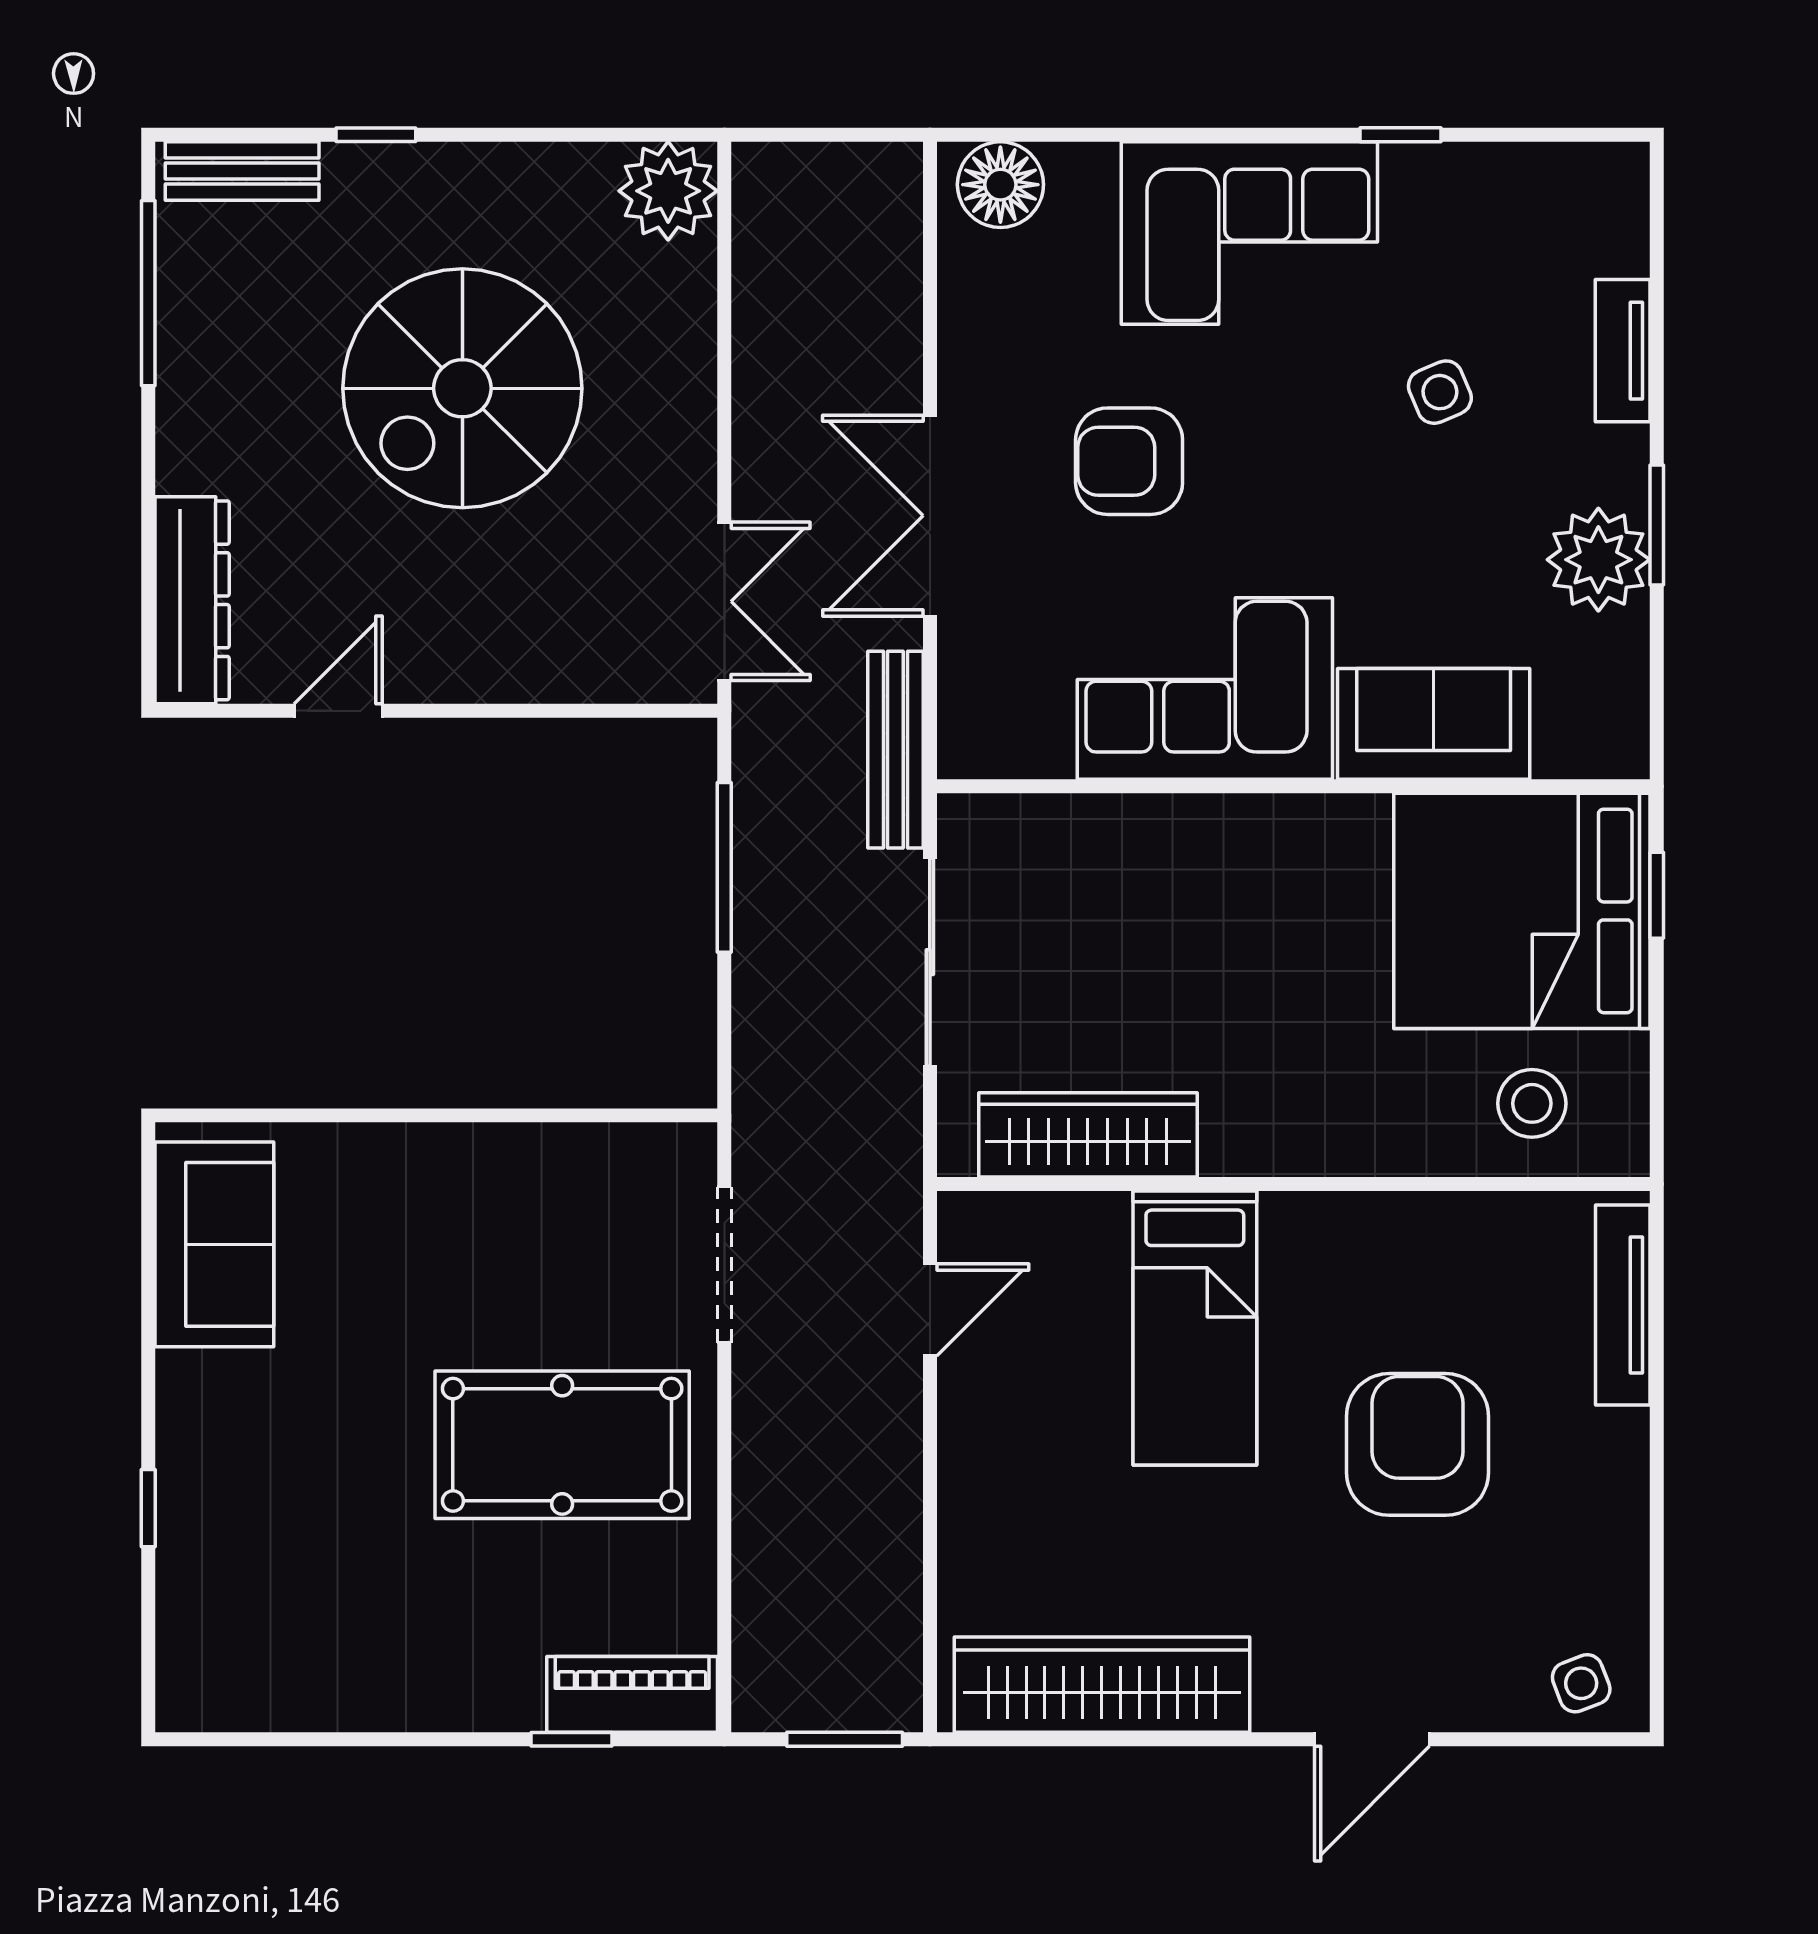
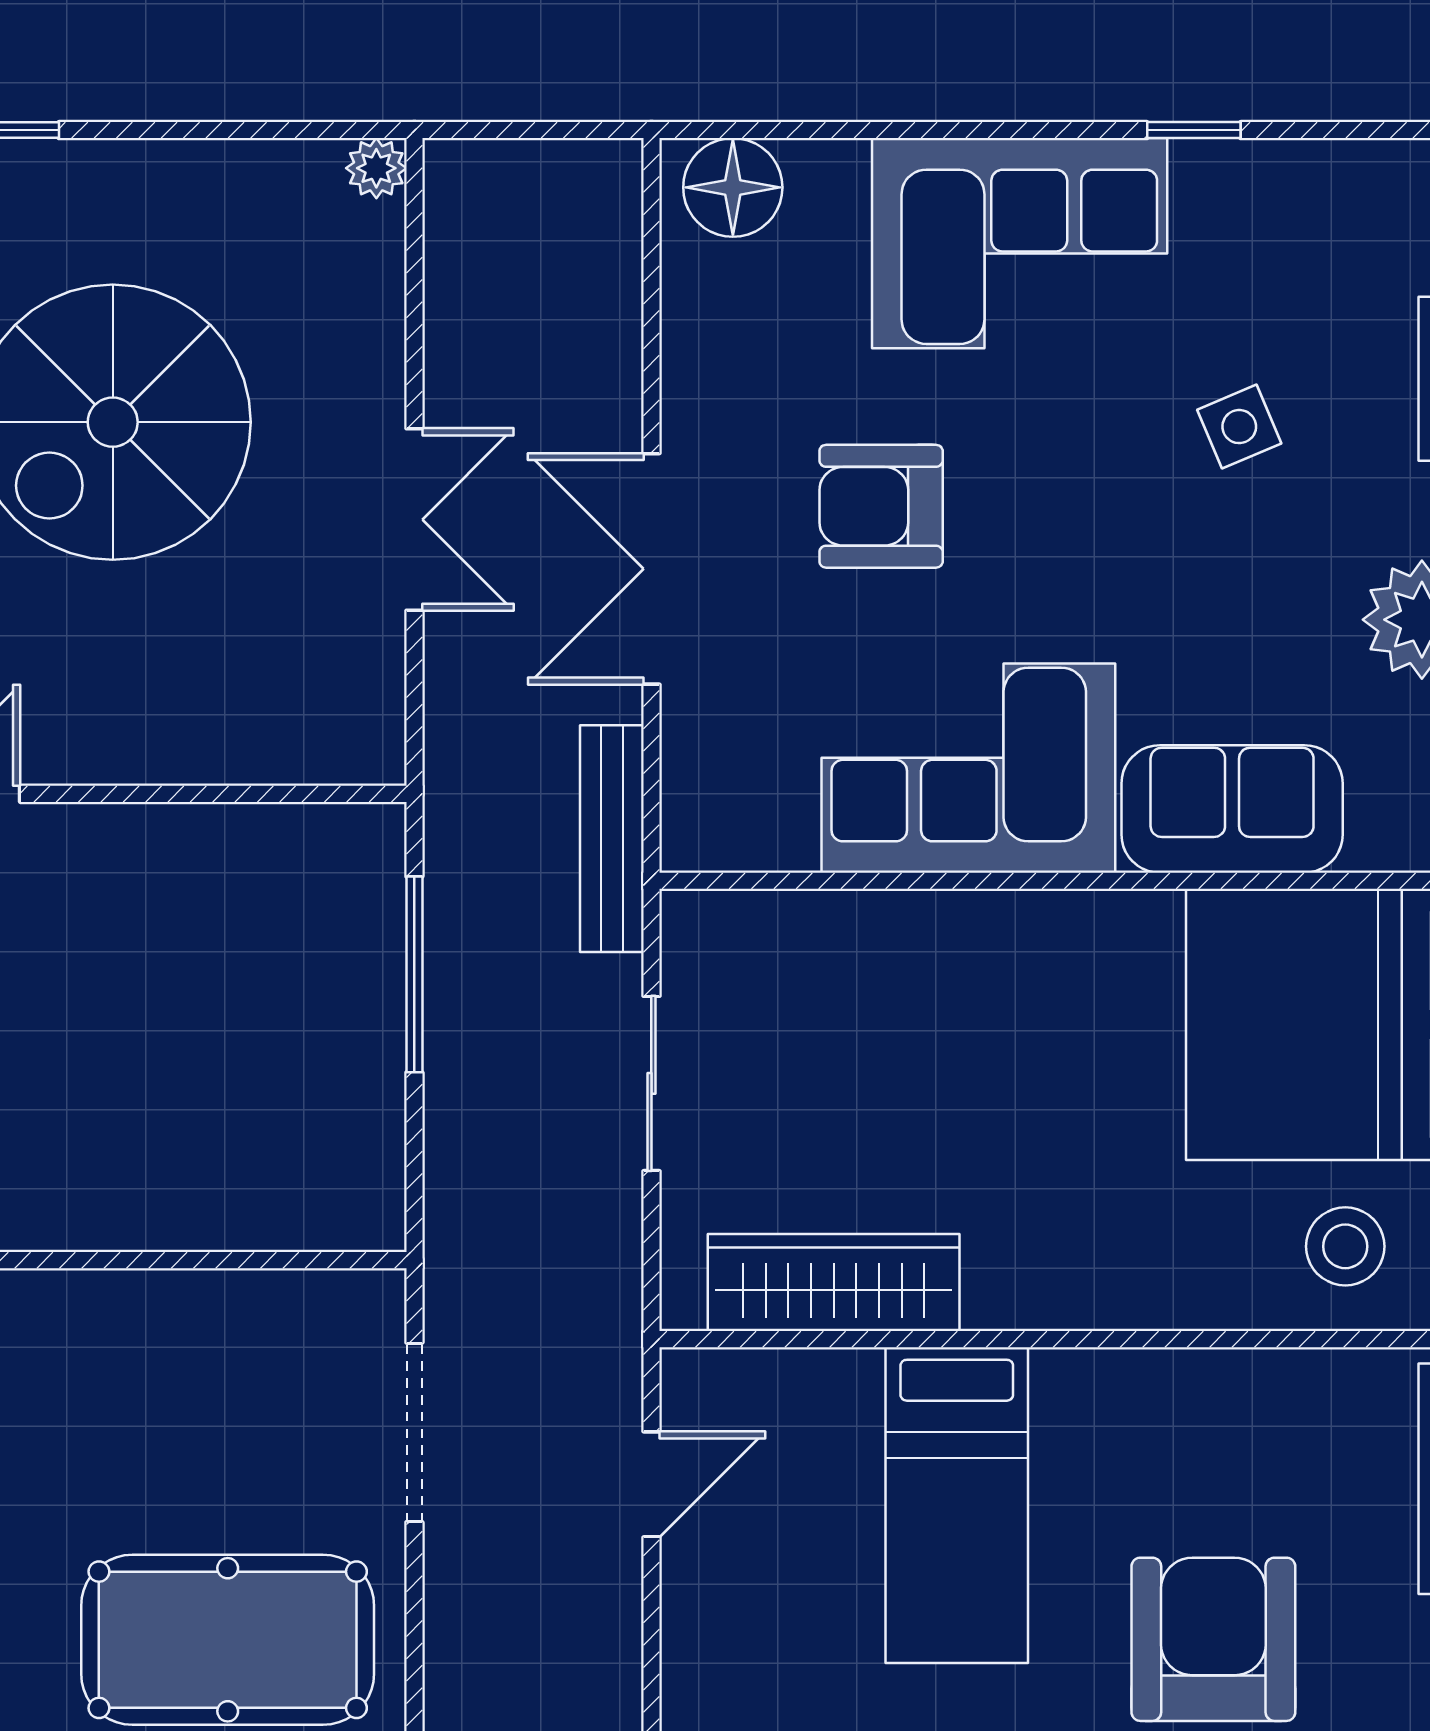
plant: (668, 191) -> (376, 168), width x0.53, depth x0.53
double door: (724, 601) -> (414, 520), moved
sliding door: (930, 962) -> (651, 1083), width x0.73

